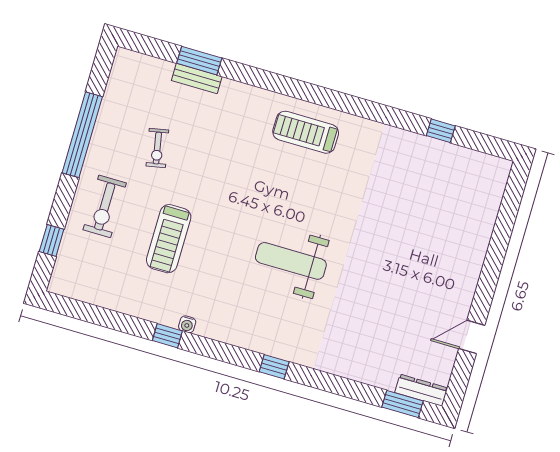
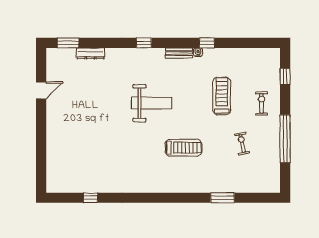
window: (199, 61) -> (223, 198), moved
bench: (197, 78) -> (179, 53), moved
treadmill: (306, 132) -> (183, 148), moved
exercise bike: (105, 206) -> (262, 103), width x0.73, depth x0.72
dresser: (421, 390) -> (90, 53), moved

